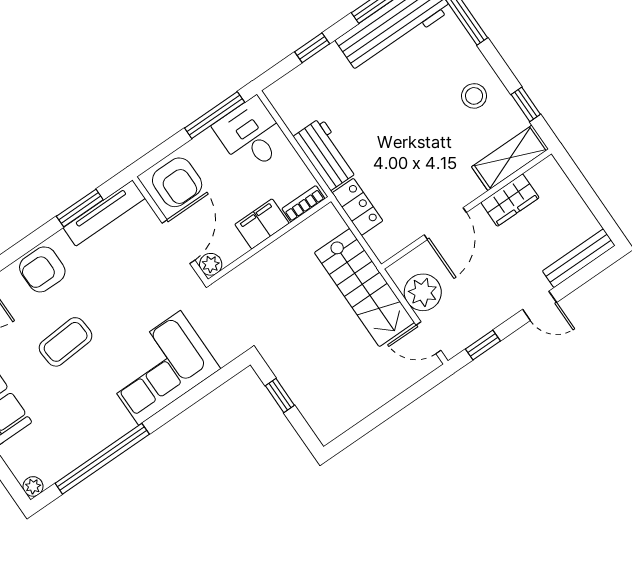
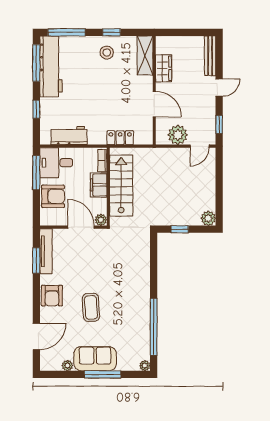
window: (526, 104) -> (111, 32), moved
workbench: (326, 154) -> (69, 136), moved
armchair: (177, 182) -> (53, 196), moved
stairs: (364, 288) -> (121, 186), moved, turned -90
corner sofa: (160, 368) -> (131, 274), removed
plant: (327, 428) -> (208, 218), added

